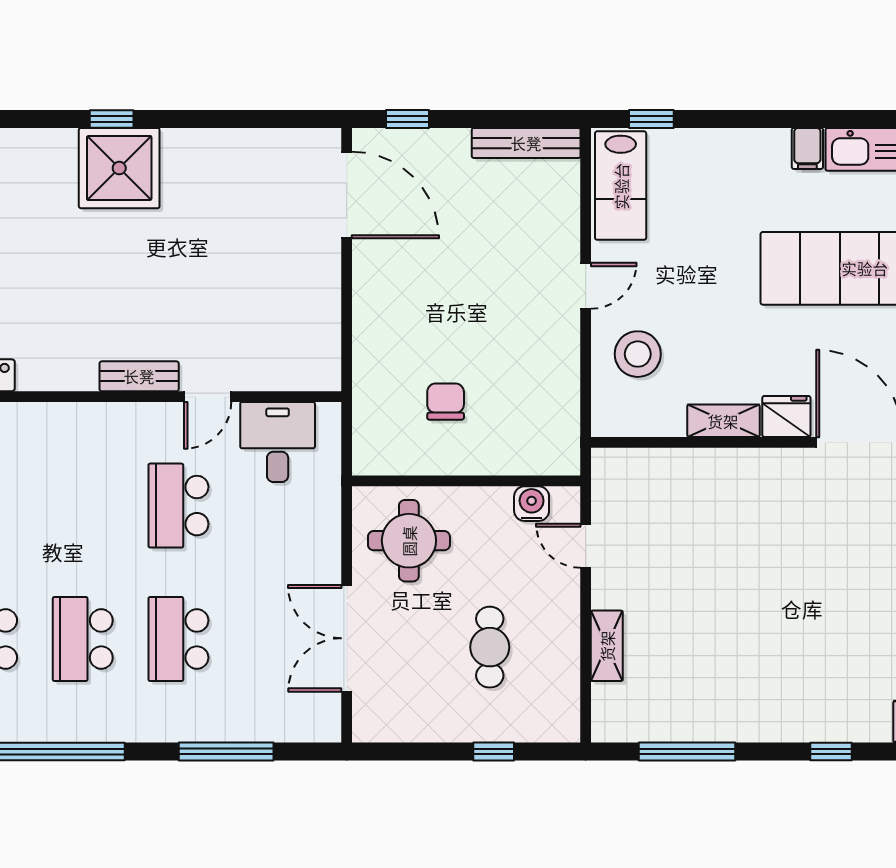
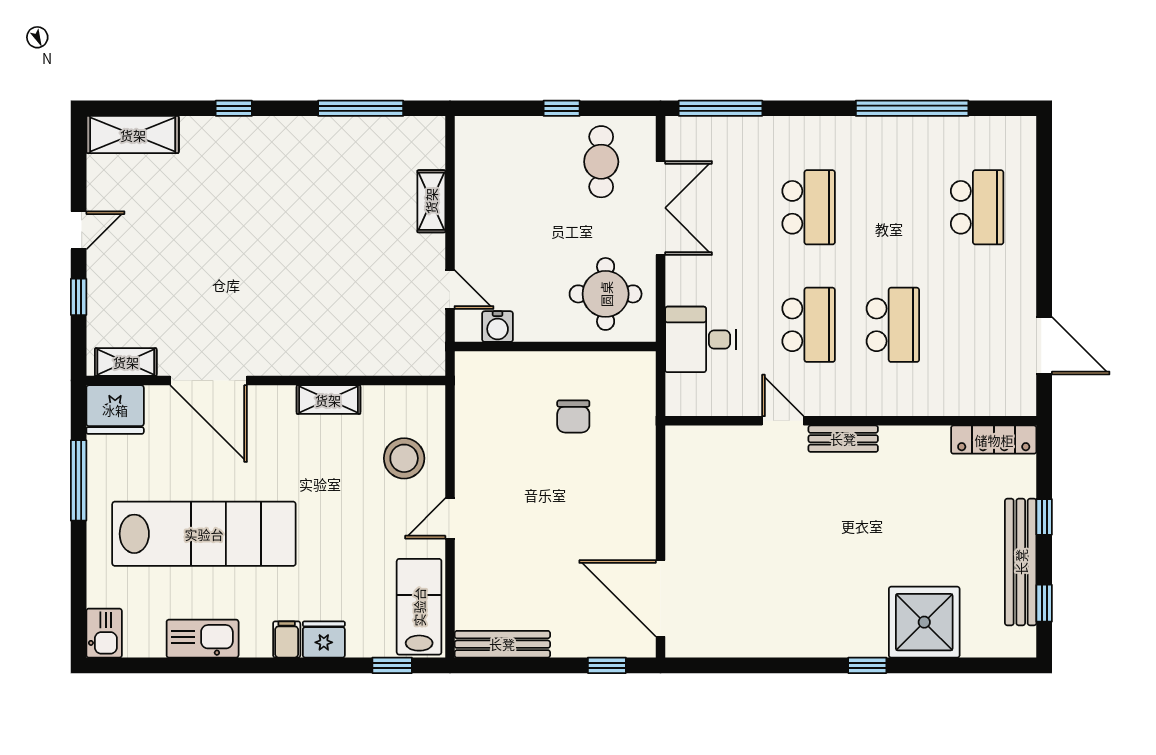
filing cabinet: (807, 148) -> (287, 639), moved
shower: (119, 168) -> (924, 622), moved
door: (208, 397) -> (783, 421), hinge flipped
fridge: (786, 416) -> (324, 639), moved, turned 180
desk: (278, 442) -> (700, 339), moved, turned 90
school desk: (83, 639) -> (893, 325), moved
cafe table: (490, 647) -> (601, 162), moved
window: (226, 752) -> (720, 108), moved
window: (494, 752) -> (562, 108), moved

